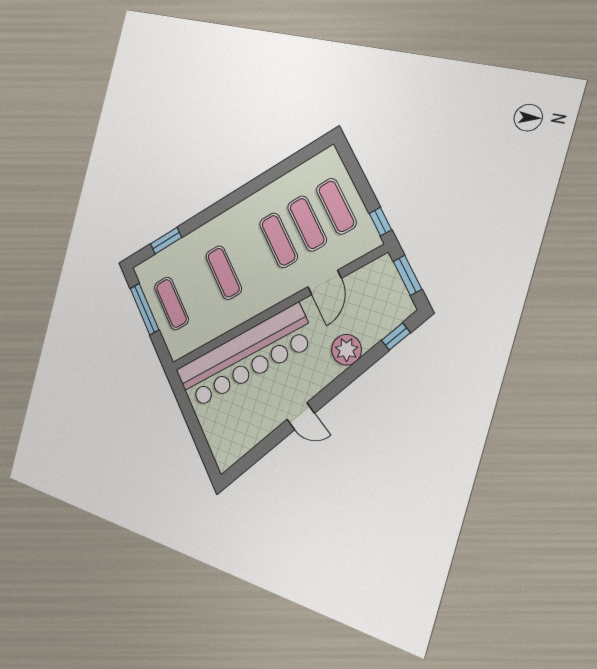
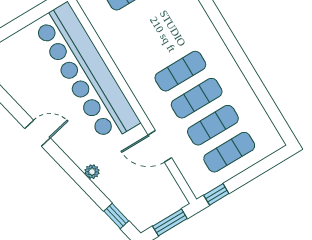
exercise mat: (224, 273) -> (180, 71), moved
plant: (346, 350) -> (92, 172), width x0.53, depth x0.53
door: (301, 416) -> (37, 133), swing flipped

